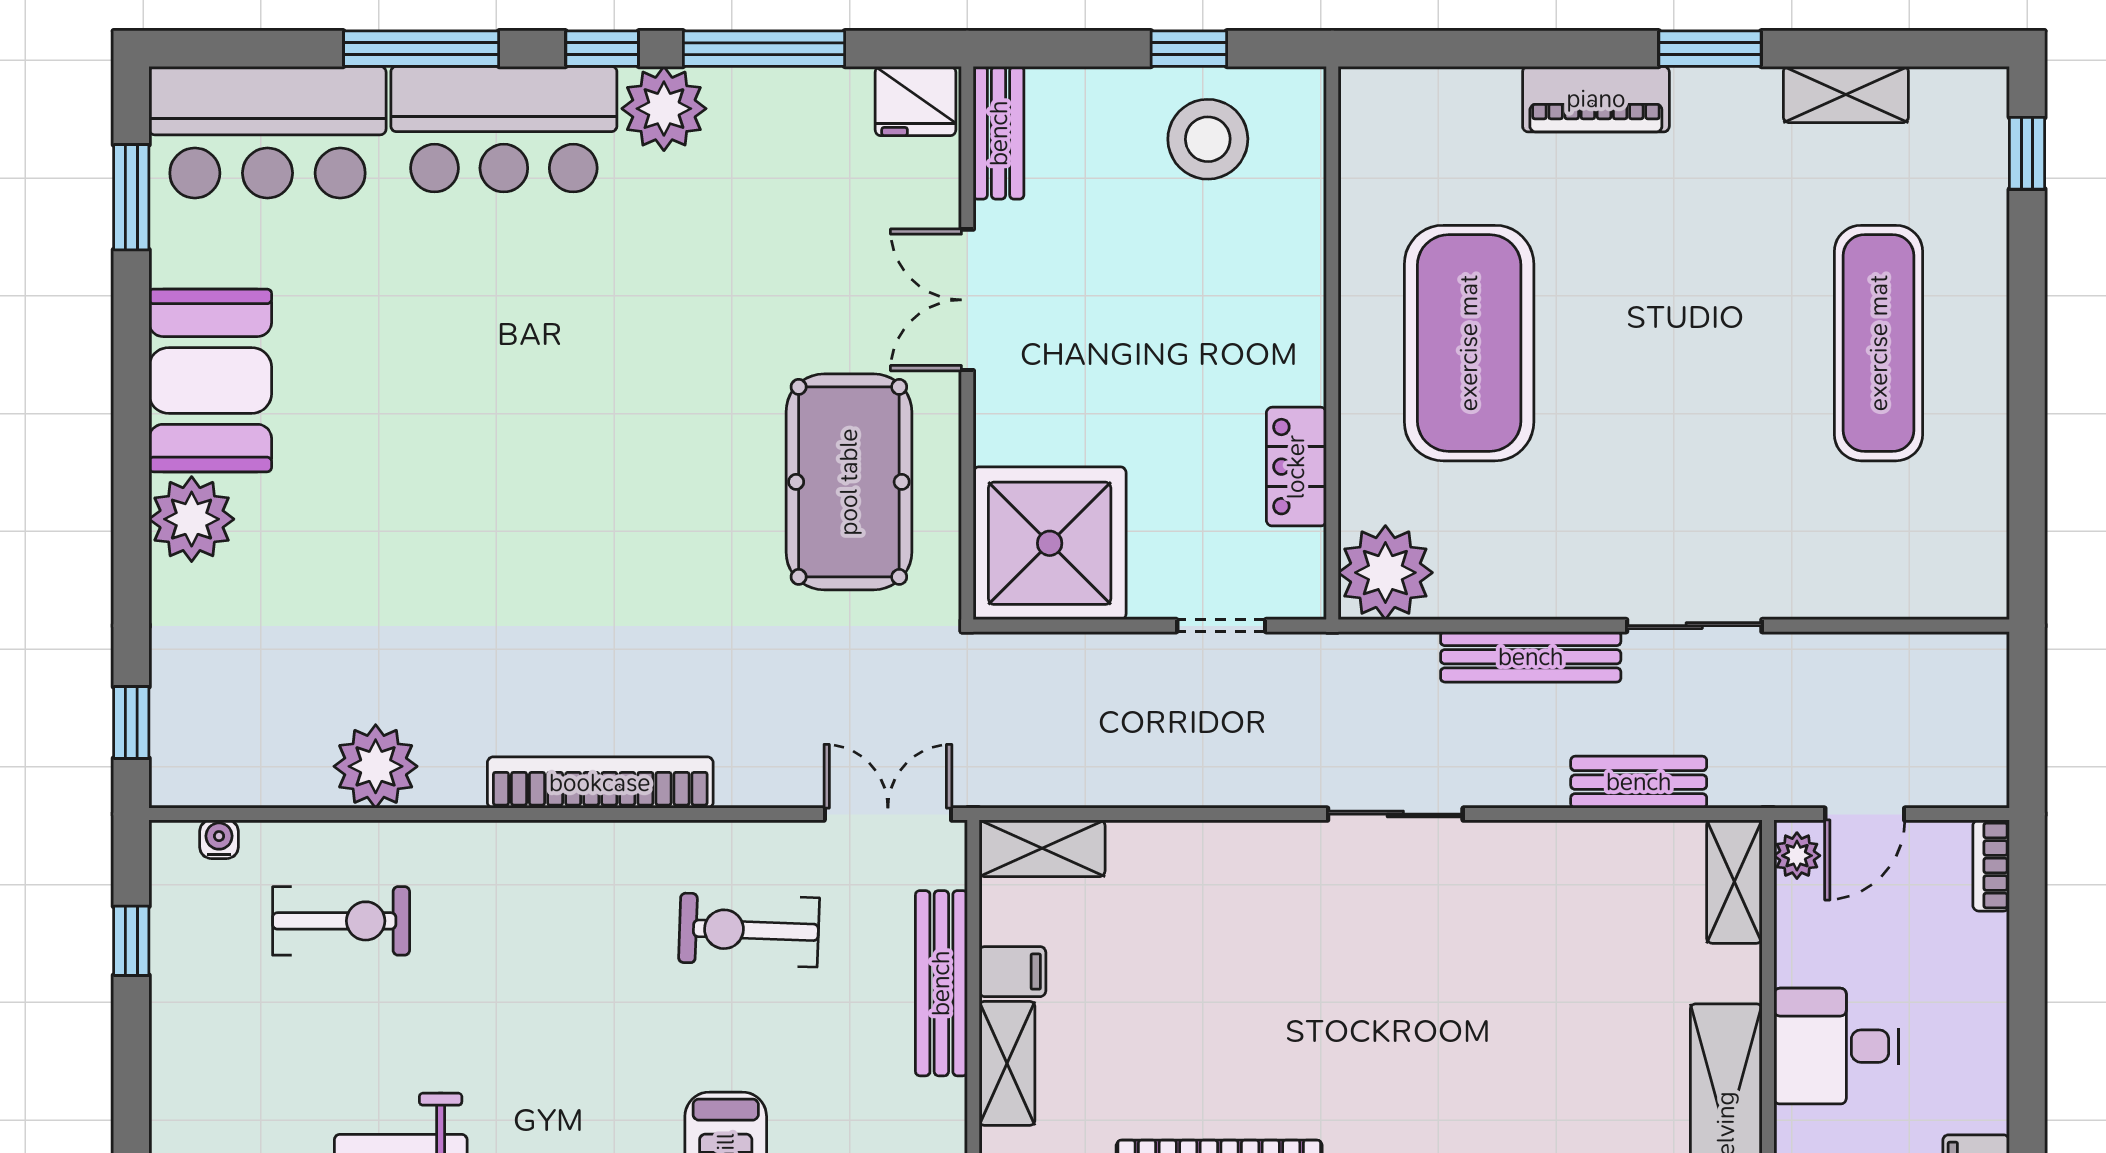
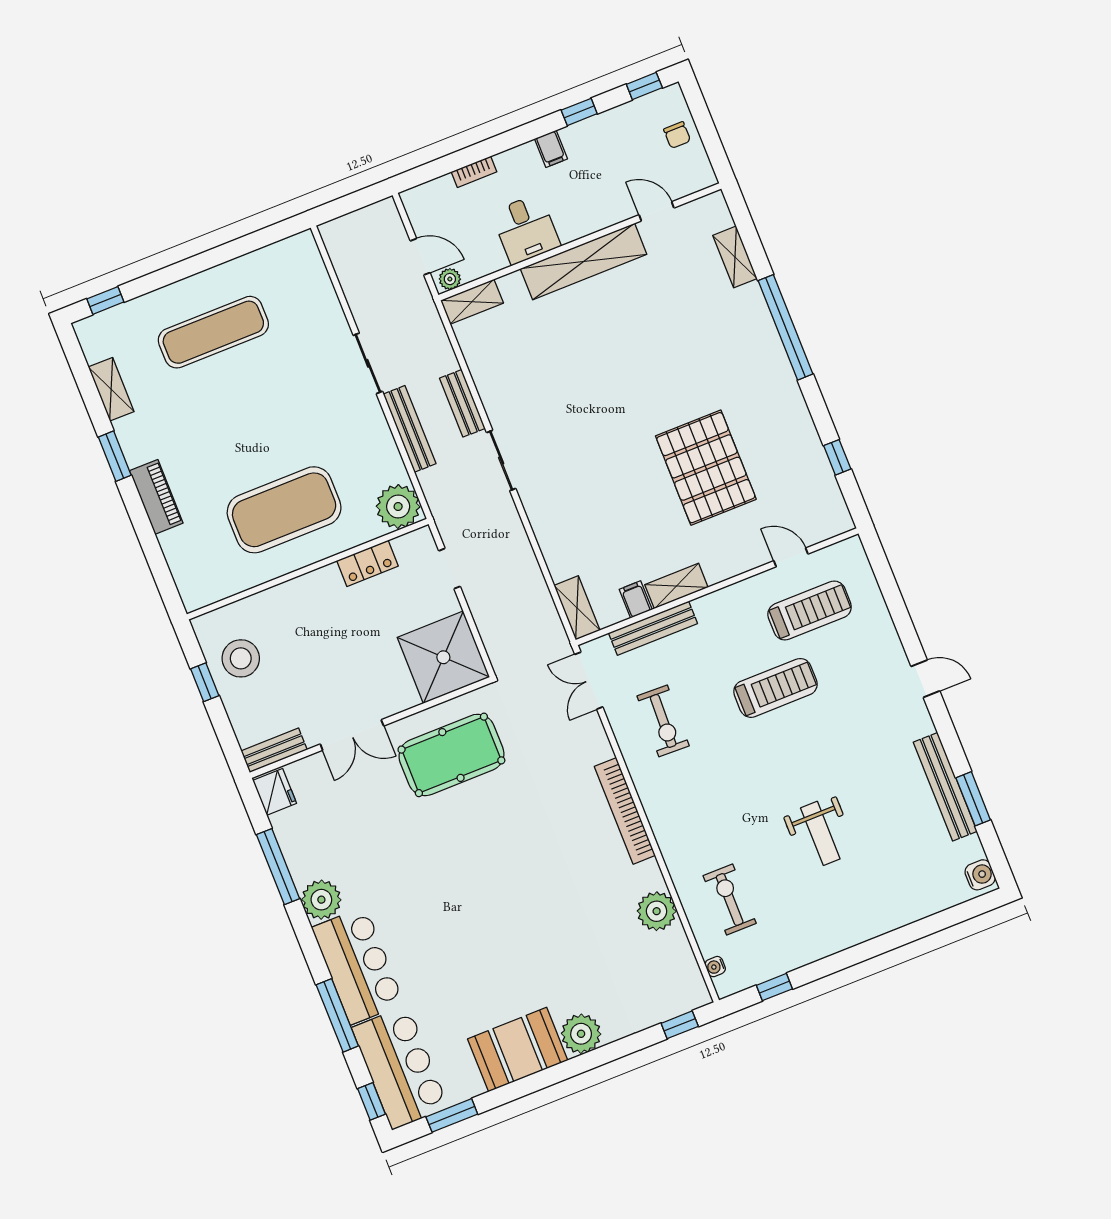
window: (602, 49) -> (372, 1101), moved
bench: (1639, 782) -> (462, 403), moved
bookcase: (1991, 865) -> (474, 172), moved

